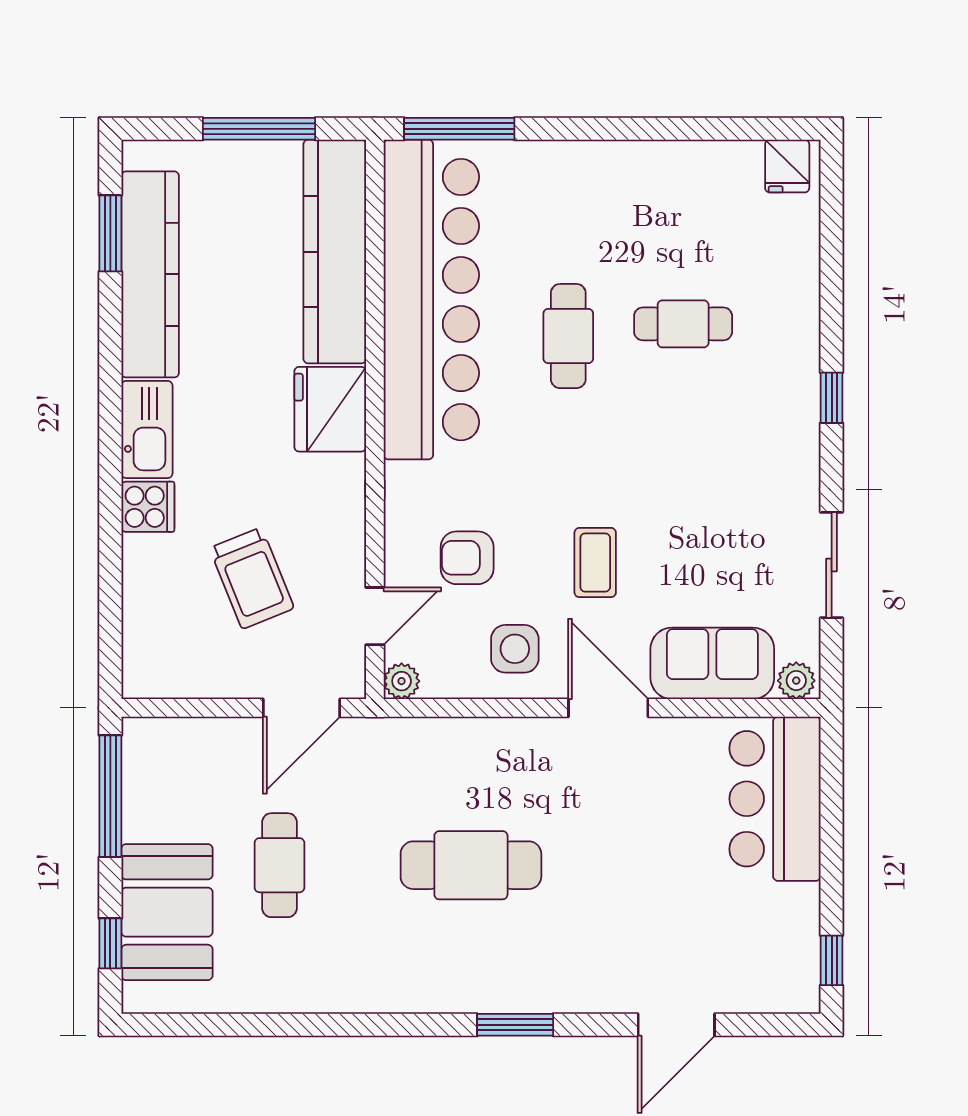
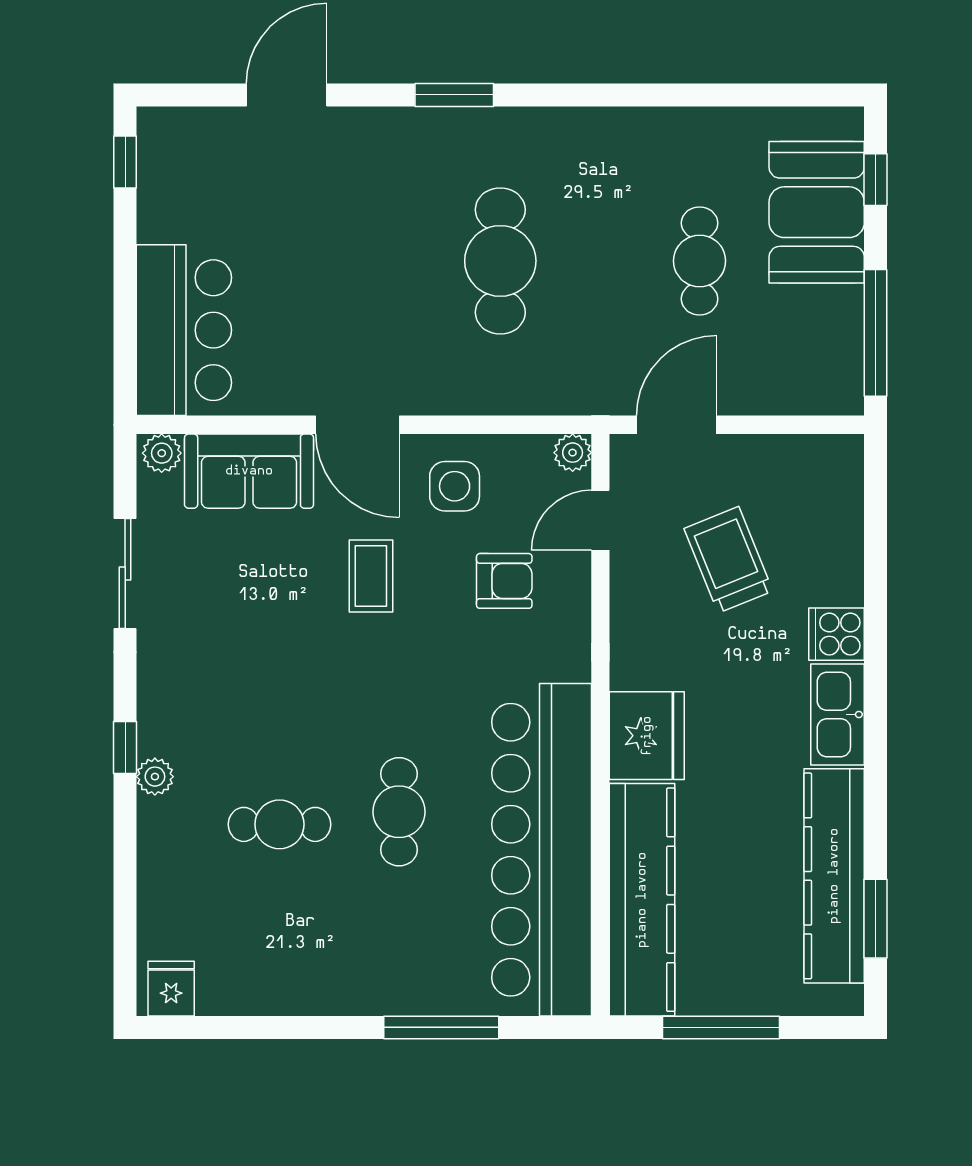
window: (459, 129) -> (441, 1027), moved
plant: (803, 370) -> (155, 777), added
cafe table: (471, 865) -> (500, 261), turned 90

